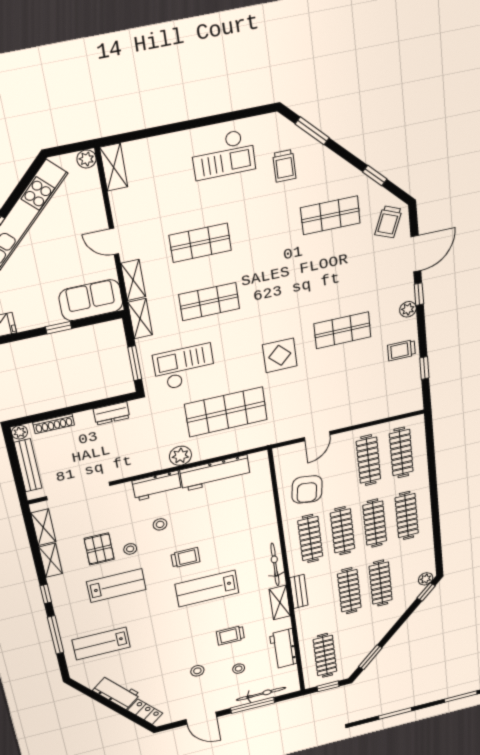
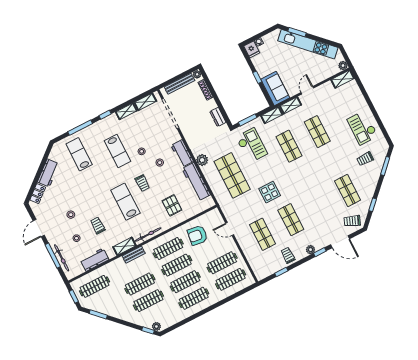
shop shelf: (348, 384) -> (262, 234), added
pallet: (99, 549) -> (172, 205), moved, turned 90

